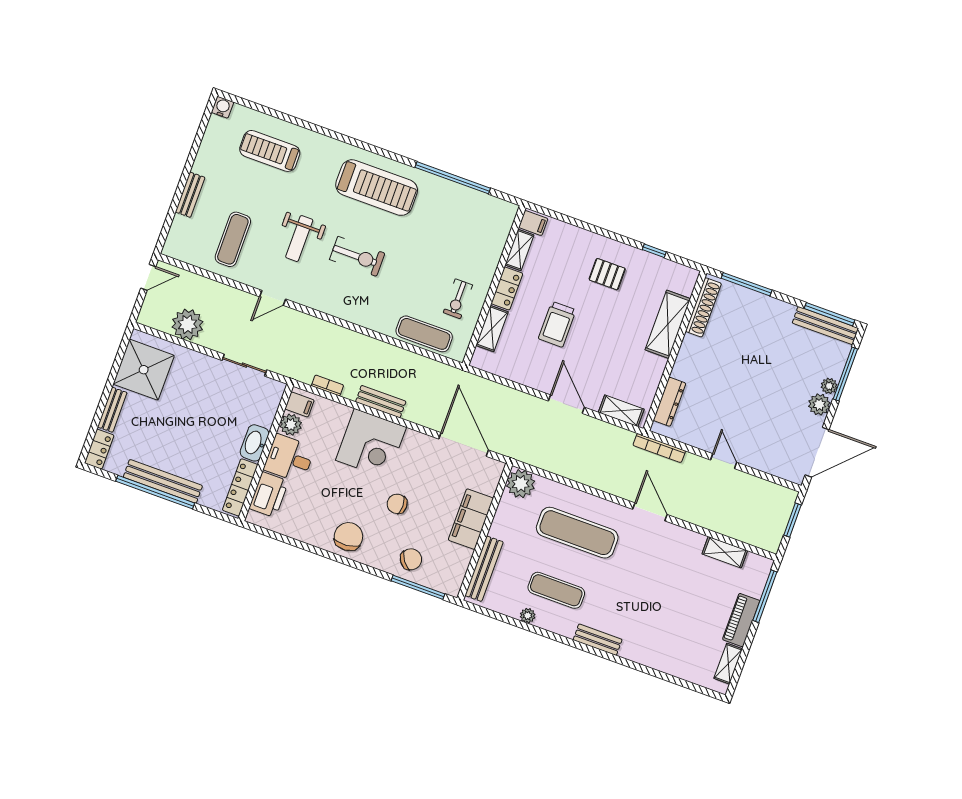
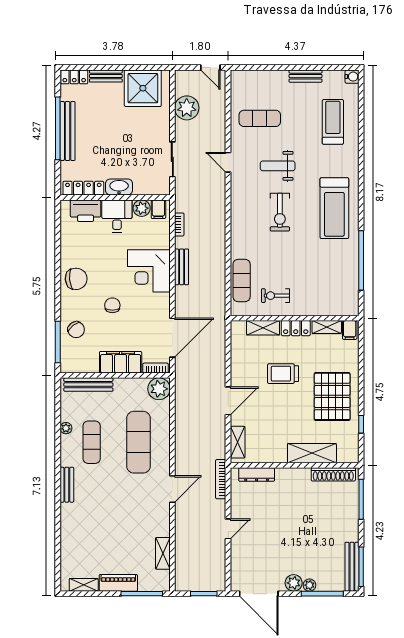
bench: (190, 195) -> (305, 76), moved
pallet: (607, 274) -> (332, 396), width x2.05, depth x2.00
bookcase: (494, 479) -> (156, 368), added

